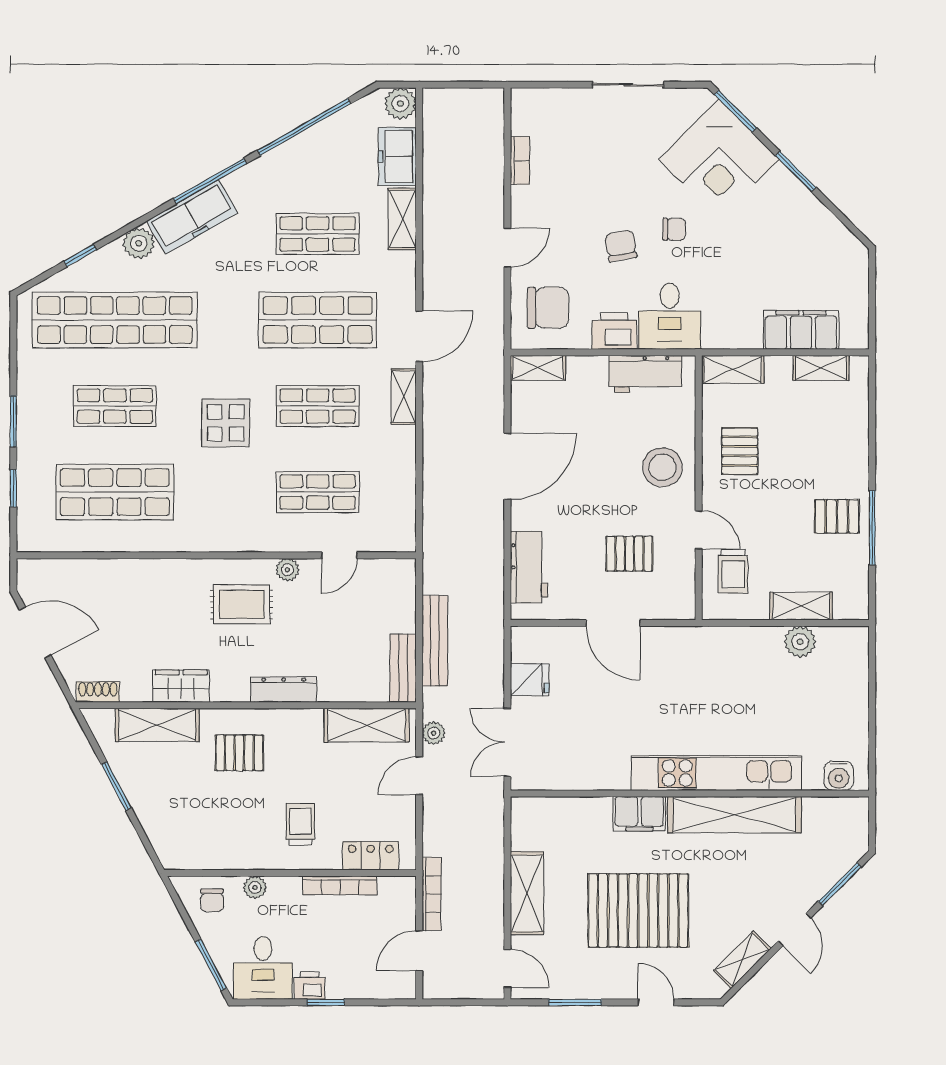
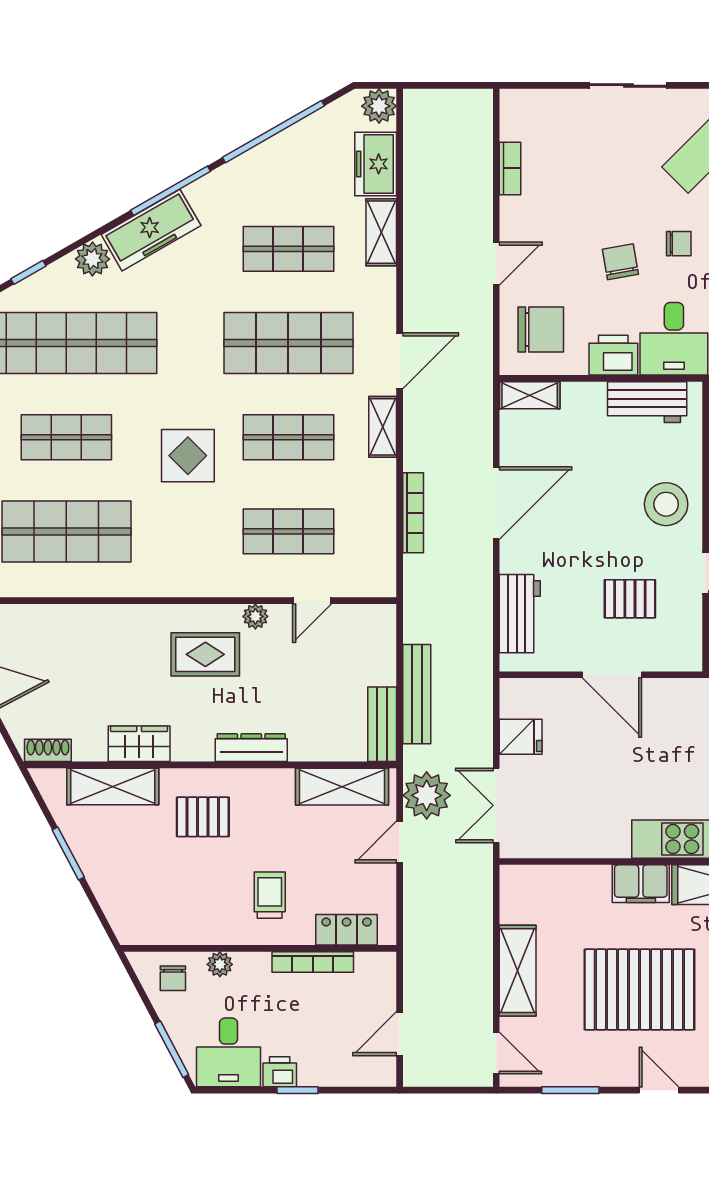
plant: (434, 733) -> (427, 795), width x1.87, depth x1.87
bookcase: (432, 894) -> (413, 513), moved

